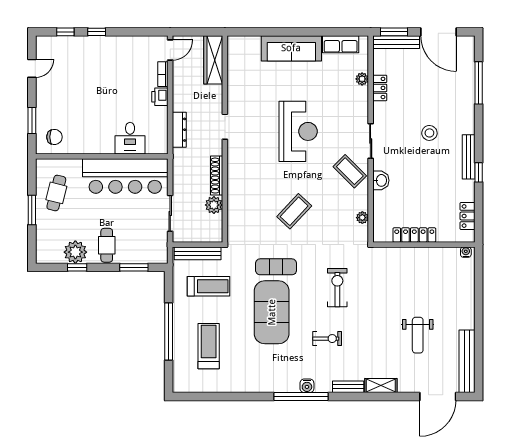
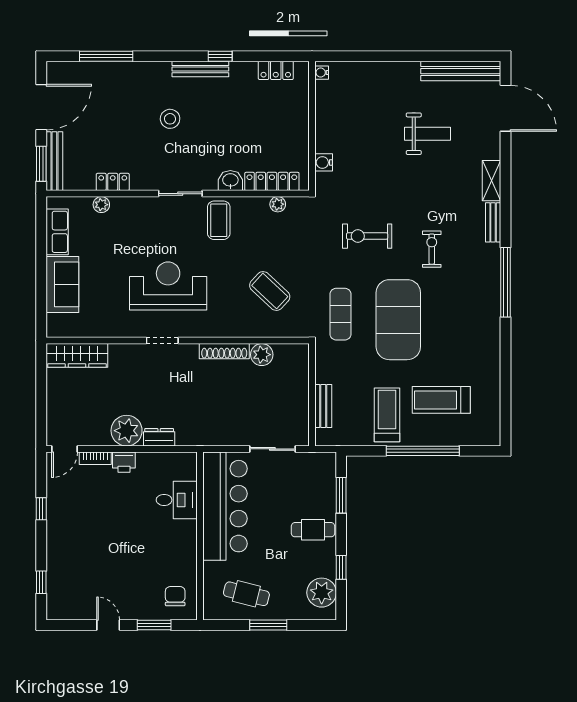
window: (97, 32) -> (41, 509), moved
sofa: (291, 48) -> (62, 284), width x0.73
door: (170, 50) -> (64, 449), swing flipped
wardrobe: (213, 60) -> (77, 355), moved
door: (32, 68) -> (108, 625), moved
plant: (185, 99) -> (127, 431), added
doorway: (225, 127) -> (162, 341), moved
dresser: (179, 130) -> (159, 437), width x0.70
wall: (225, 139) -> (178, 341), moved
coffee table: (350, 171) -> (219, 220), turned -45
shoe rack: (217, 176) -> (224, 351), moved
plant: (214, 205) -> (262, 355), moved
locker: (414, 235) -> (272, 181), moved, turned 90
plant: (75, 252) -> (322, 593), moved
bench: (198, 253) -> (323, 406), width x0.73
treadmill: (209, 286) -> (387, 415), moved
exercise mat: (272, 312) -> (398, 320), turned 90
water cooler: (307, 386) -> (324, 162), moved, turned 180

